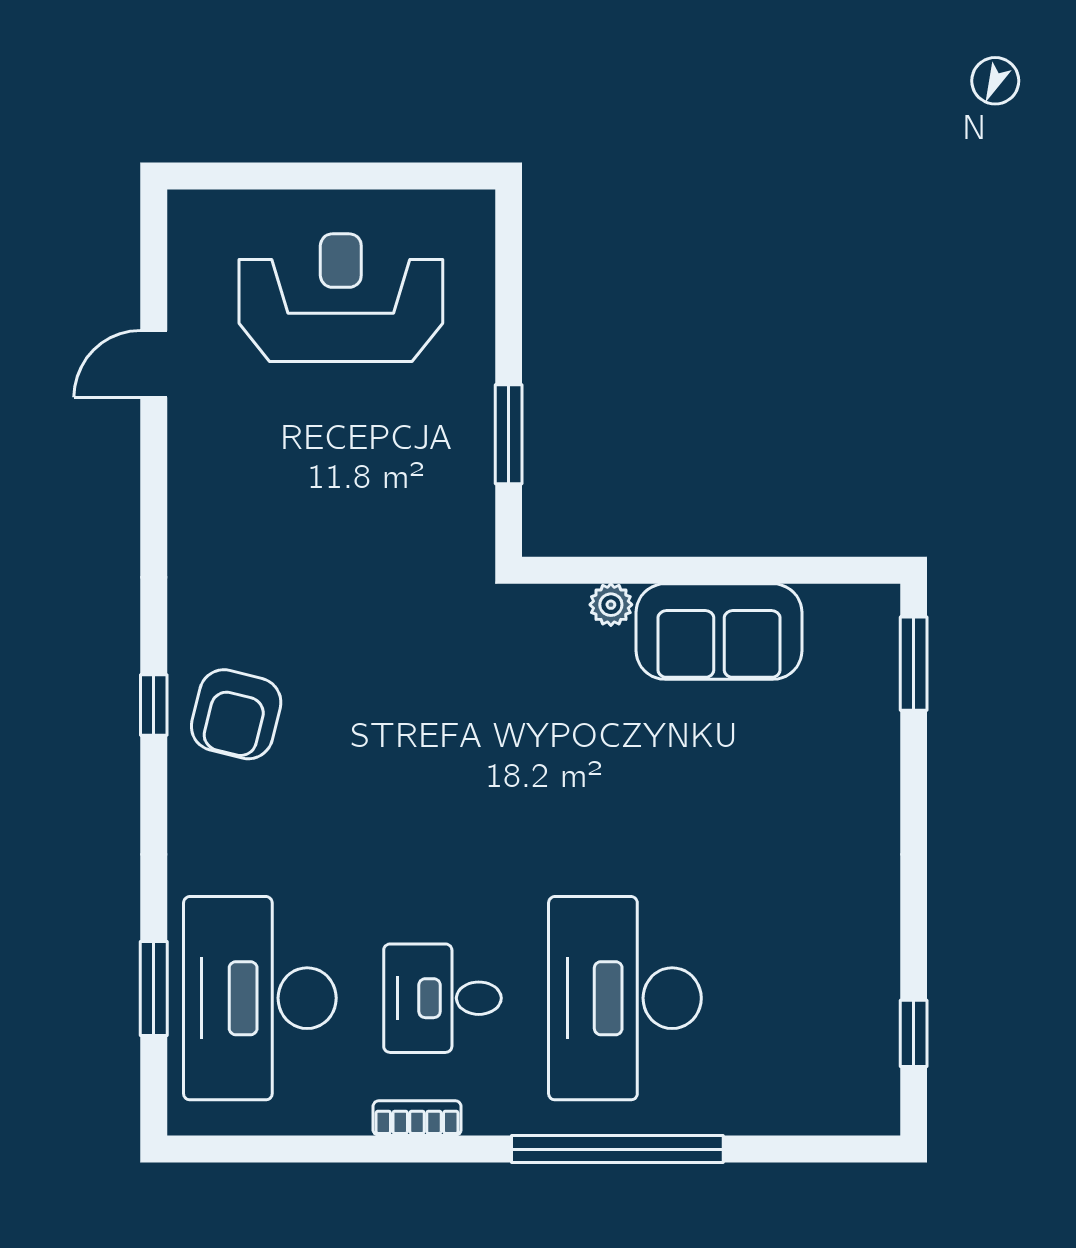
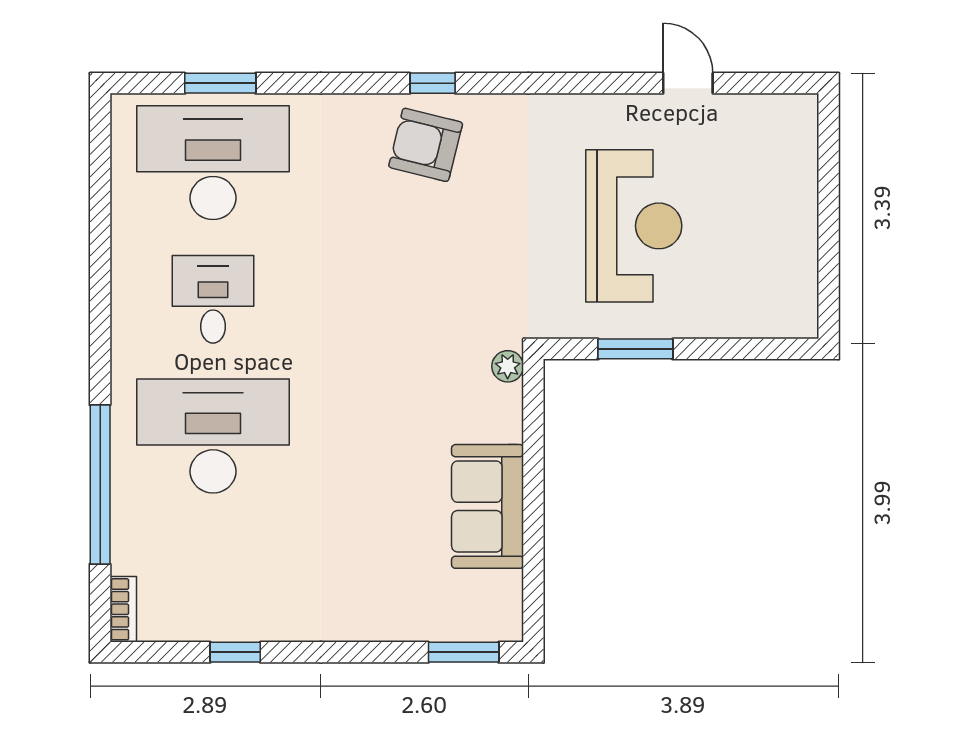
reception desk: (341, 298) -> (634, 226), moved
plant: (611, 605) -> (508, 366), moved
window: (914, 1033) -> (235, 652), moved
bookcase: (417, 1118) -> (123, 609), moved
window: (617, 1149) -> (100, 484), moved

